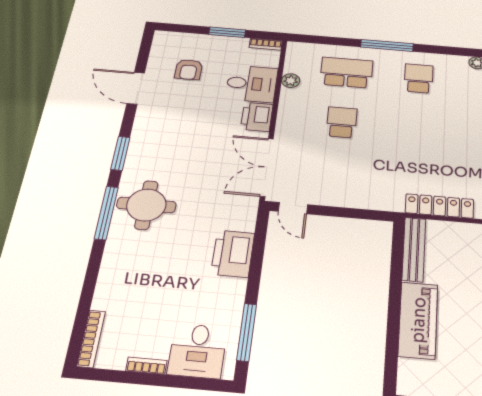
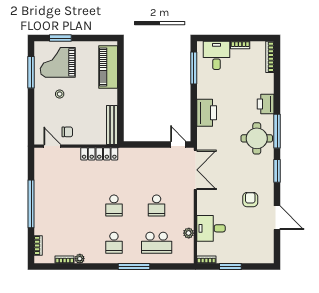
armchair: (189, 69) -> (250, 200), moved
printer: (257, 117) -> (266, 104), moved, turned 180
school desk: (416, 129) -> (114, 205), added
piano: (418, 320) -> (108, 67), moved

